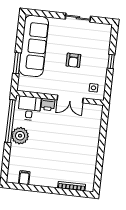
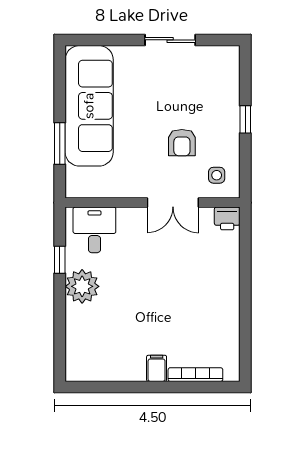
armchair: (73, 60) -> (182, 143), moved
printer: (48, 105) -> (227, 218), moved
window: (10, 121) -> (60, 260), width x0.32
filing cabinet: (24, 178) -> (157, 368), moved

